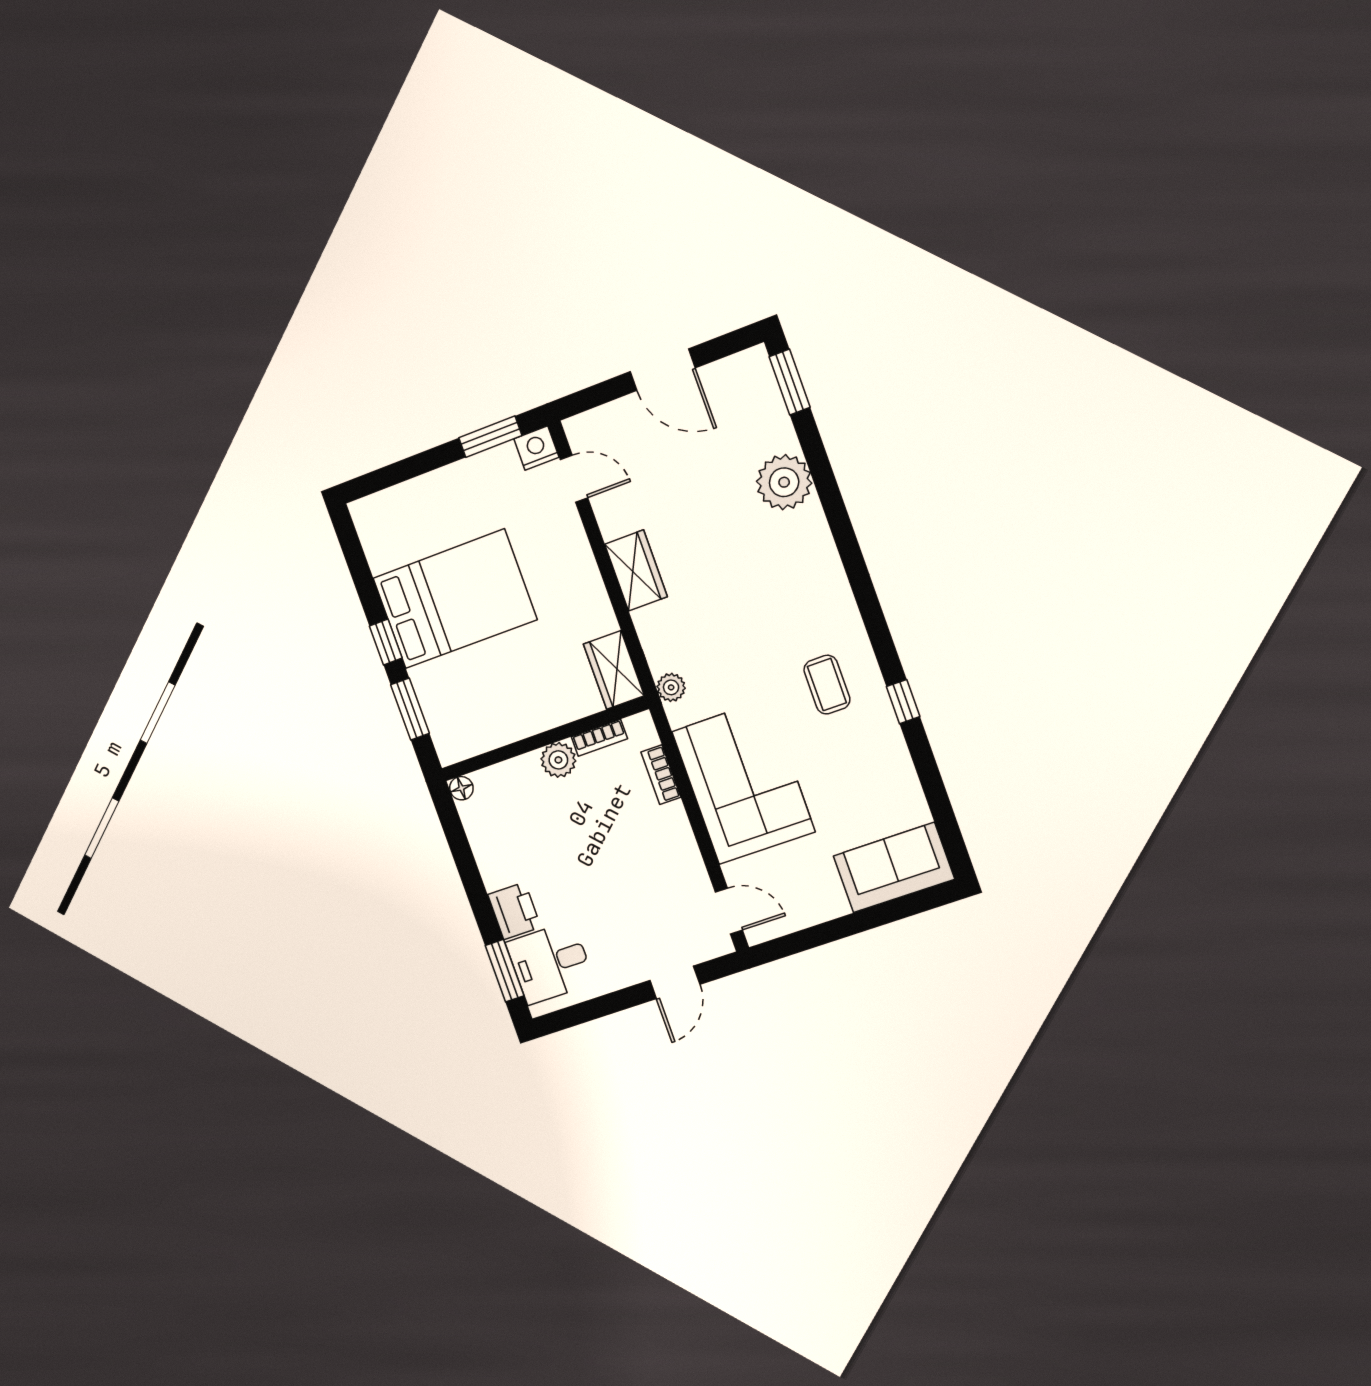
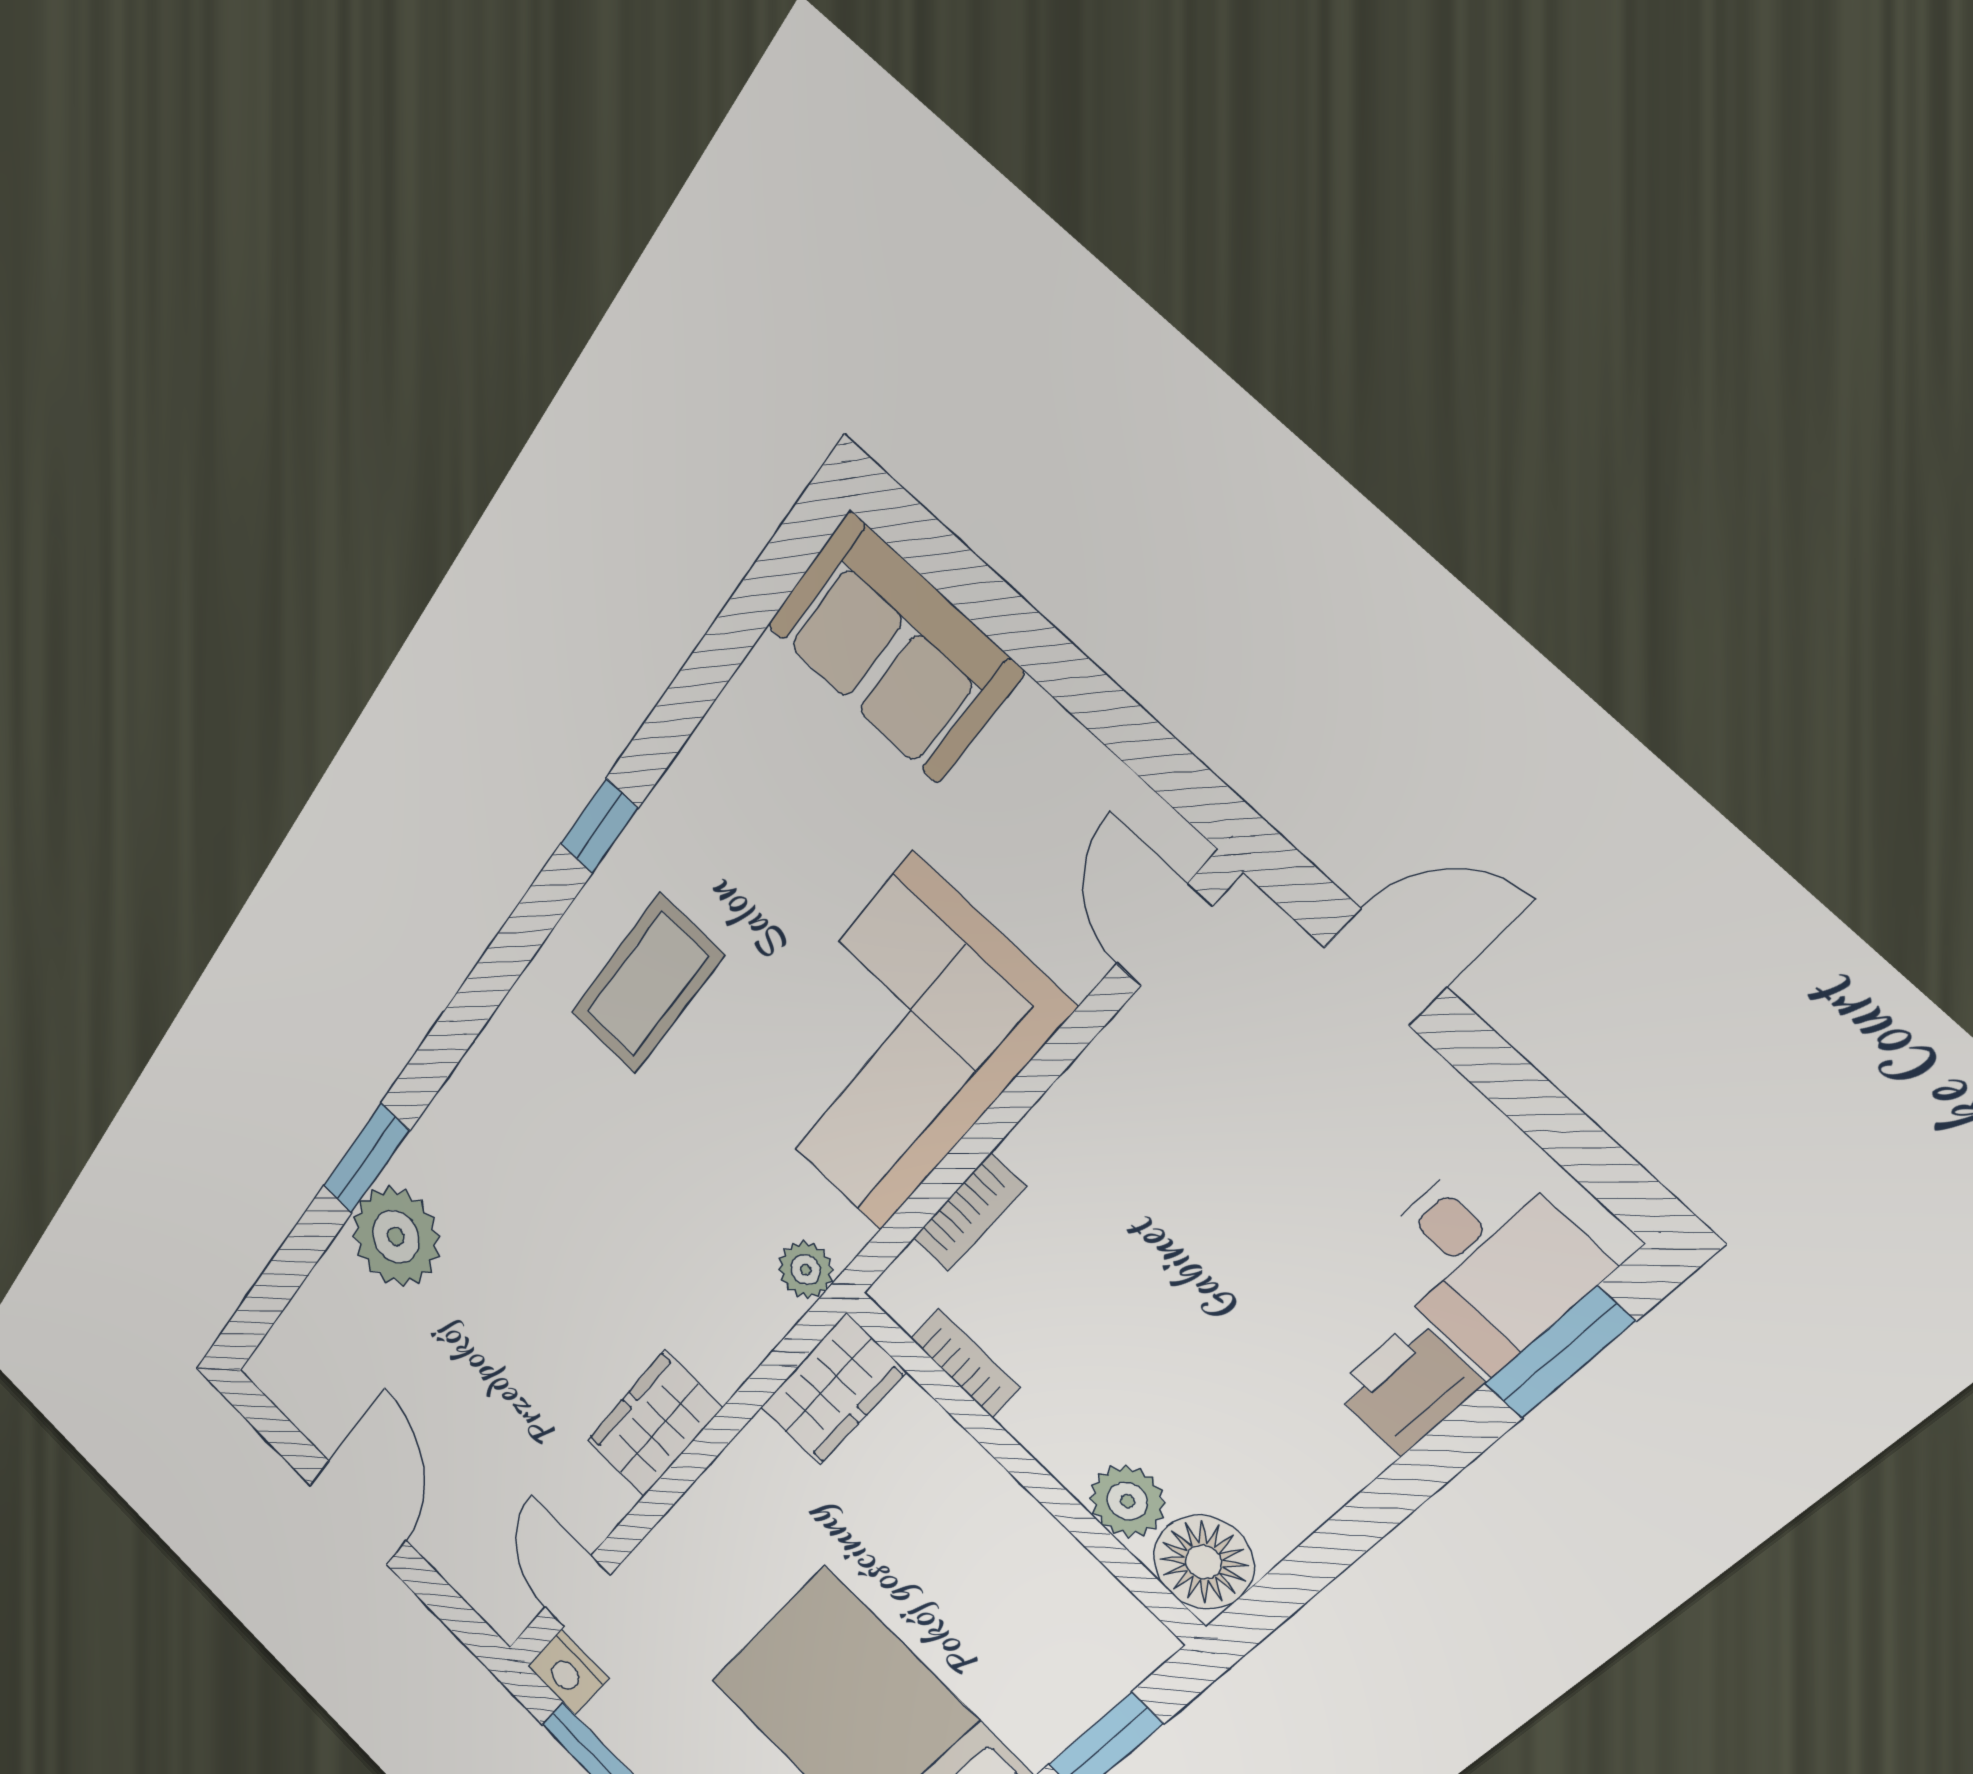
window: (790, 382) -> (366, 1158), moved
coffee table: (827, 685) -> (647, 984), width x1.36, depth x1.30
plant: (558, 760) -> (1127, 1501), moved
floor lamp: (461, 788) -> (1204, 1562), width x1.89, depth x1.89

